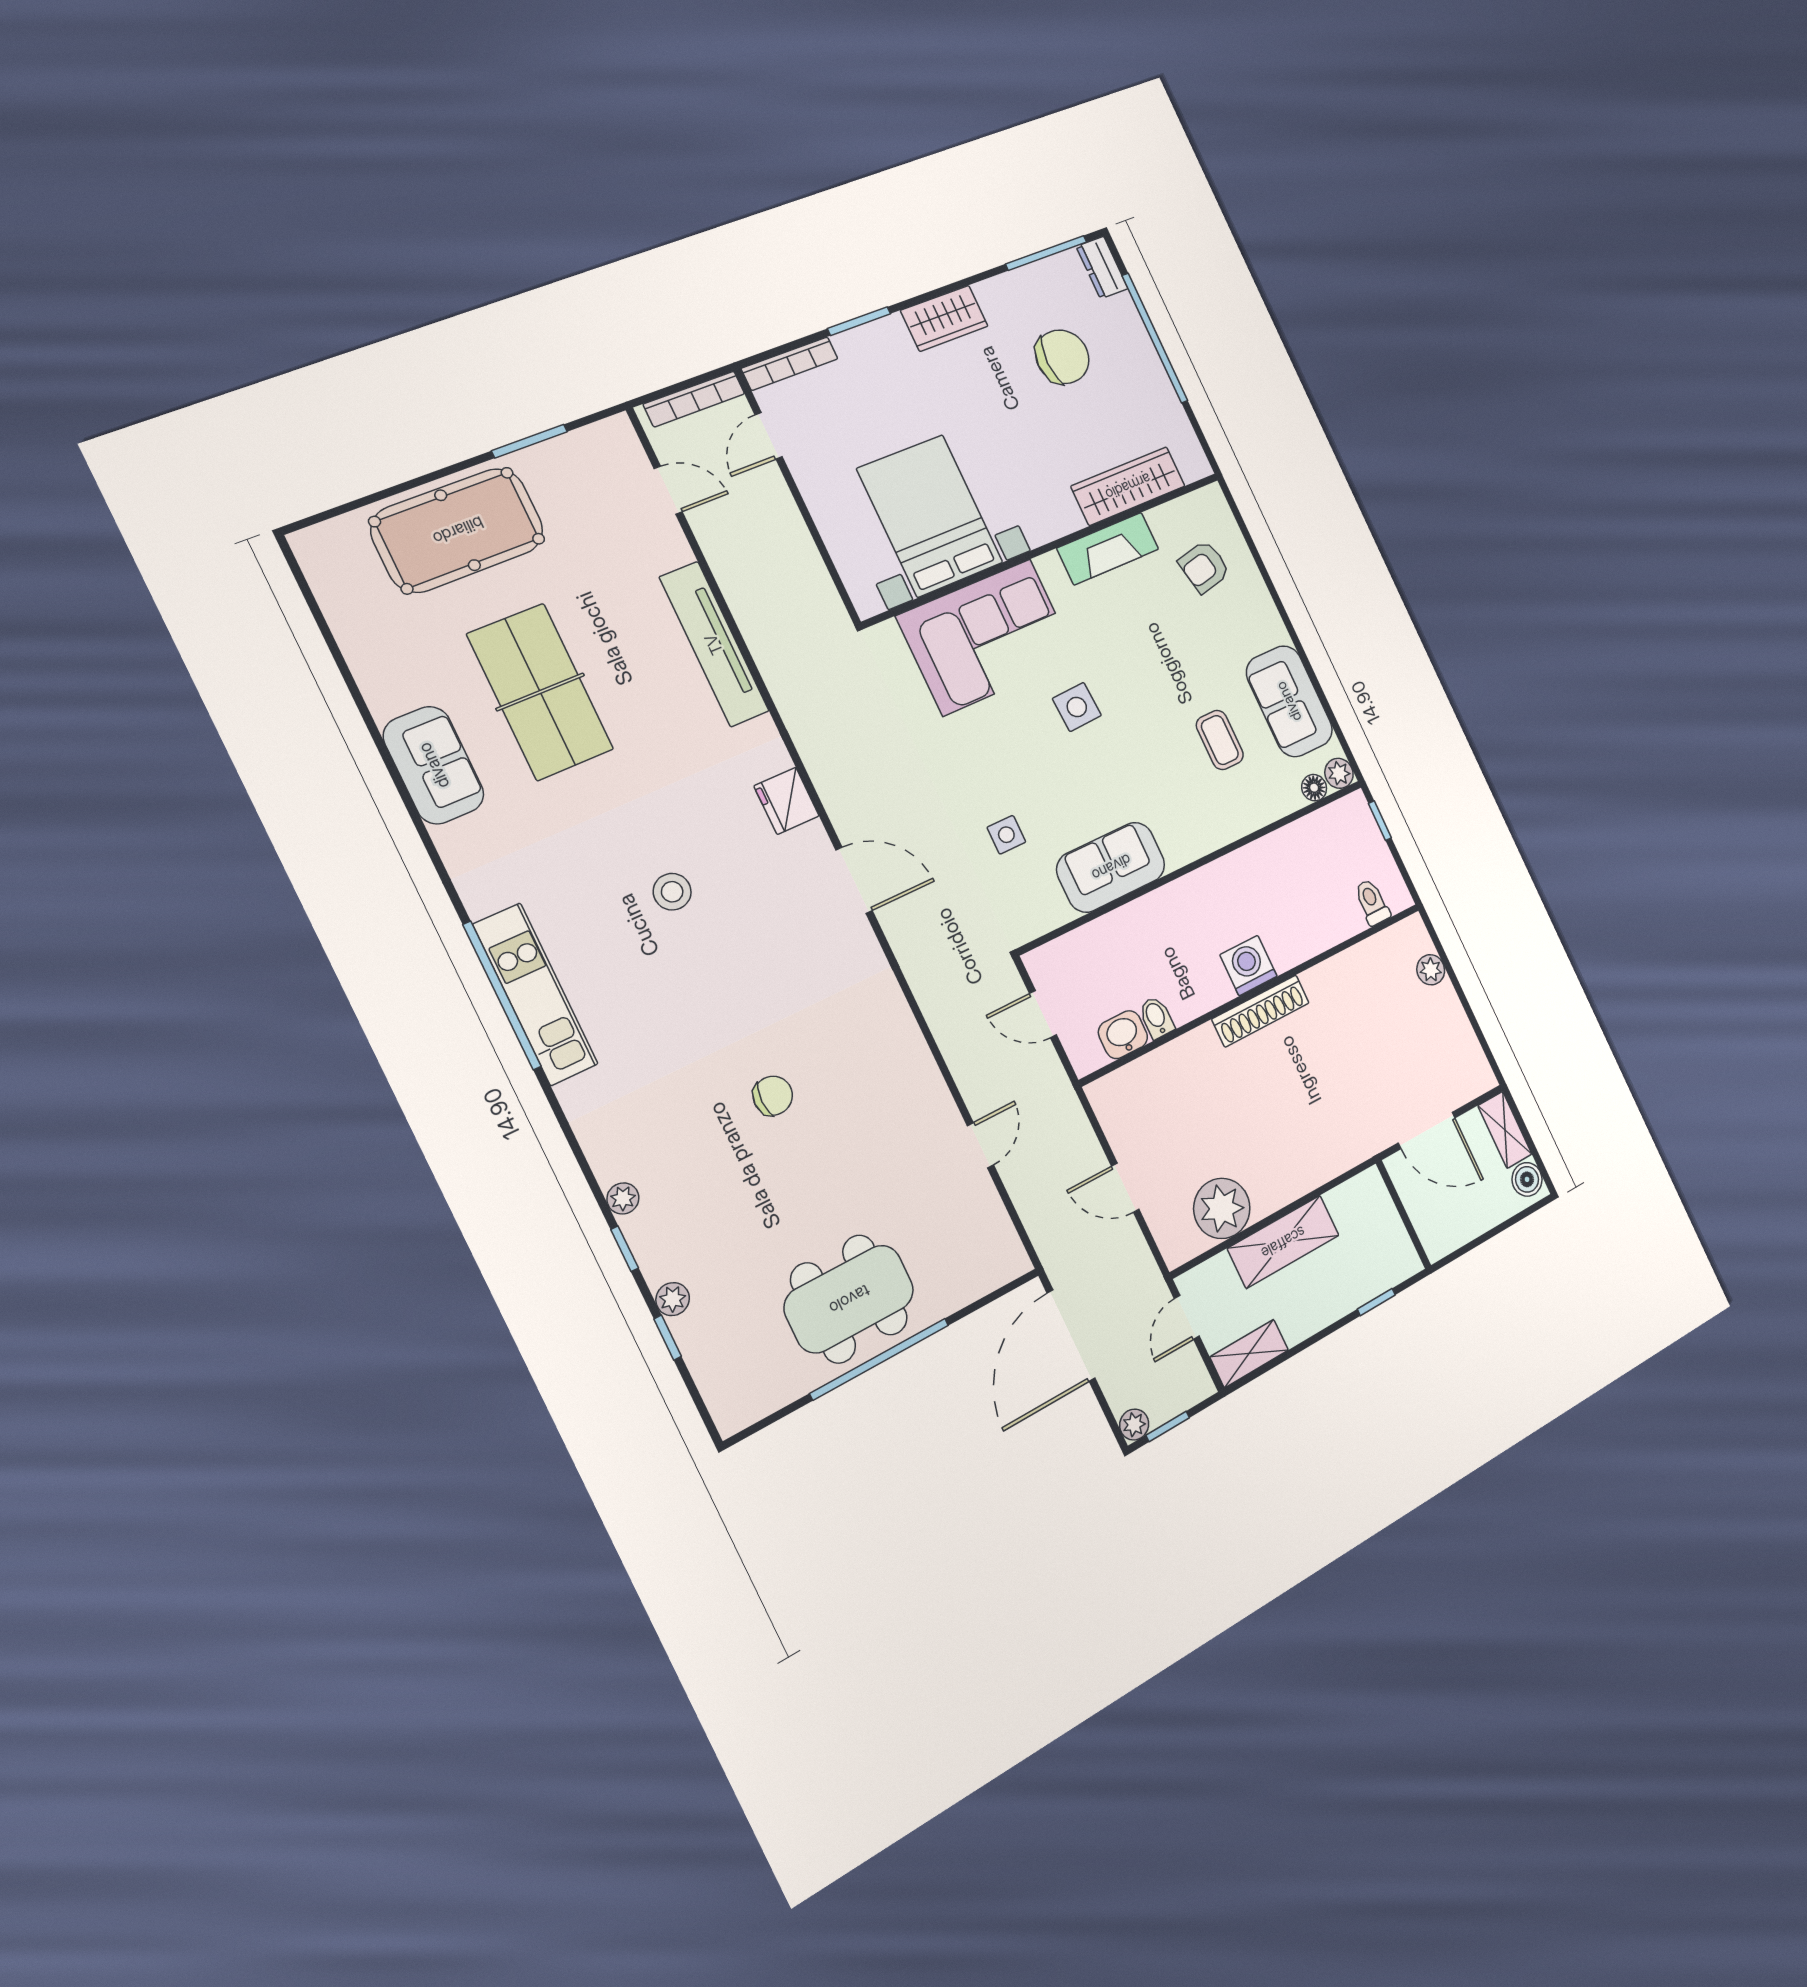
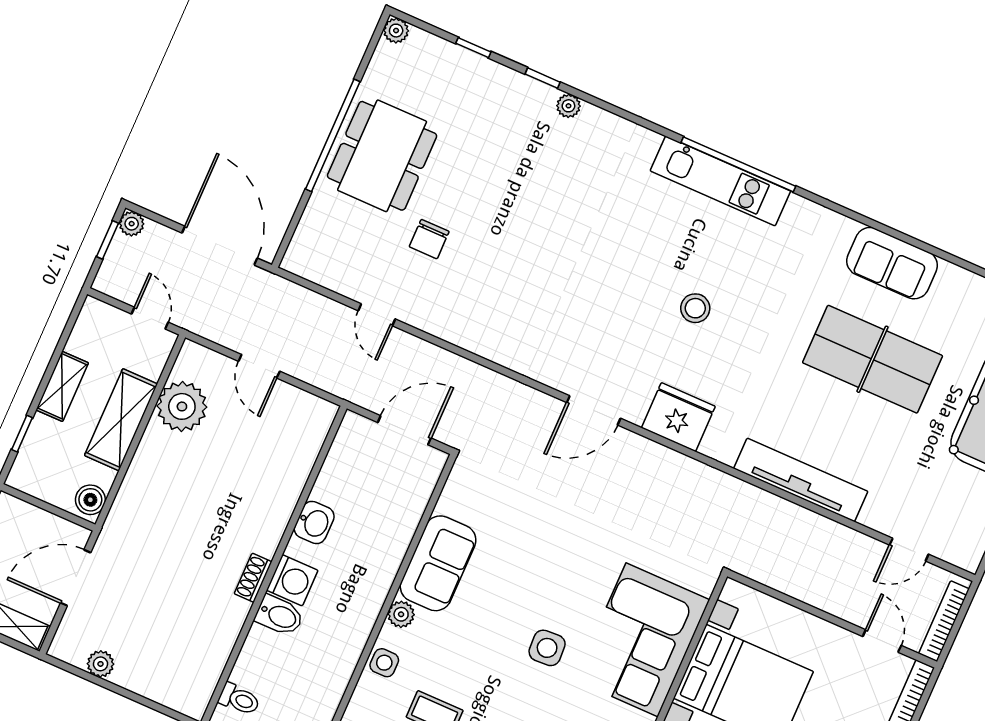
fridge: (787, 801) -> (678, 417), width x1.36, depth x1.34
side table: (1006, 835) -> (384, 663), moved
plant: (1179, 851) -> (401, 614), added
plant: (1431, 970) -> (100, 664), moved
shoe rack: (1261, 1011) -> (253, 578), width x0.51, depth x0.81
door: (1043, 1014) -> (404, 430), width x1.38
bidet: (1156, 1017) -> (279, 616), moved, width x1.38, depth x1.36
washbasin: (1123, 1035) -> (314, 522), moved
chair: (773, 1096) -> (429, 239), moved
door: (1125, 1188) -> (259, 366), swing flipped
boiler: (1363, 1190) -> (90, 500), added
plant: (673, 1299) -> (396, 31), moved
shelving: (1249, 1353) -> (62, 386), moved

